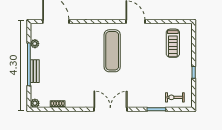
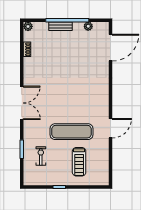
treadmill: (173, 43) -> (79, 162), moved, turned -90
exercise mat: (112, 51) -> (72, 132), moved
exercise bike: (175, 97) -> (41, 156), moved

